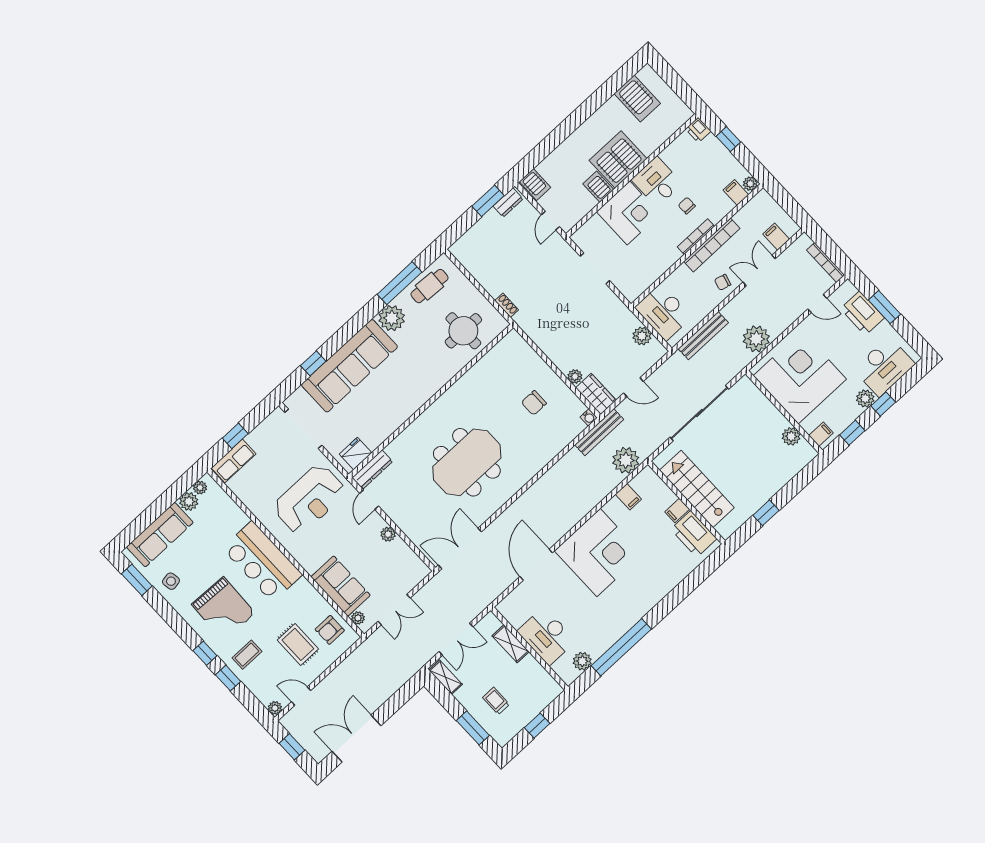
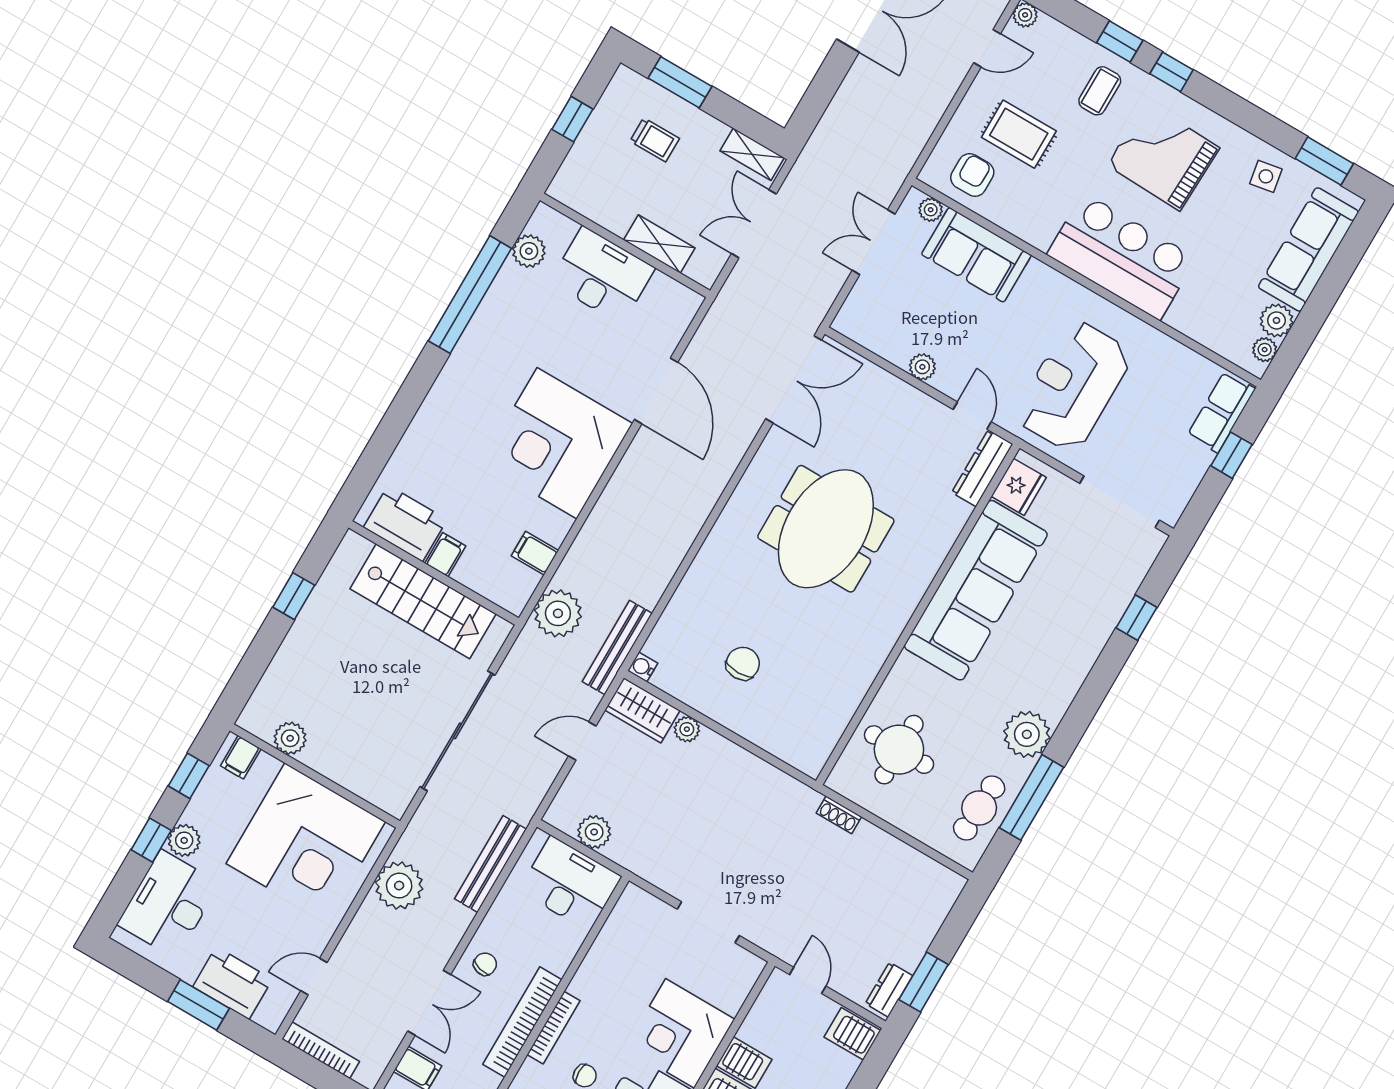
sofa: (349, 366) -> (976, 590), moved, turned 180

